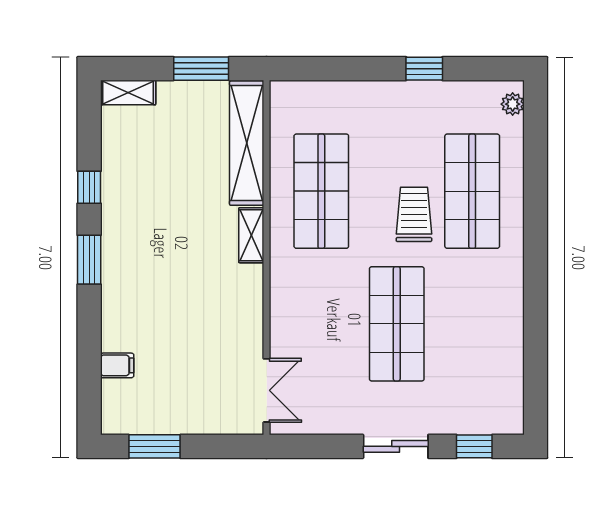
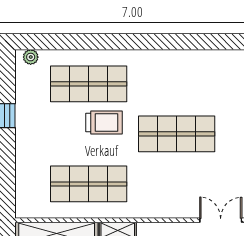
trolley: (414, 214) -> (104, 123), turned 180

